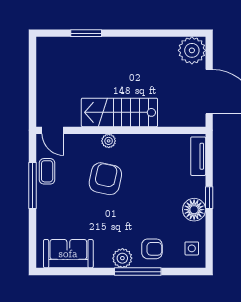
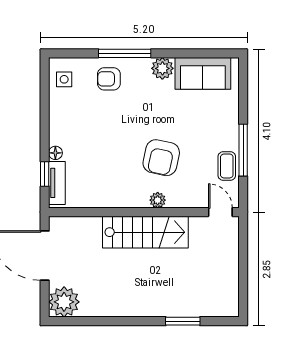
window: (209, 198) -> (45, 174), moved
floor lamp: (194, 210) -> (55, 153), moved, width x0.53, depth x0.53
plant: (122, 258) -> (162, 68), moved

